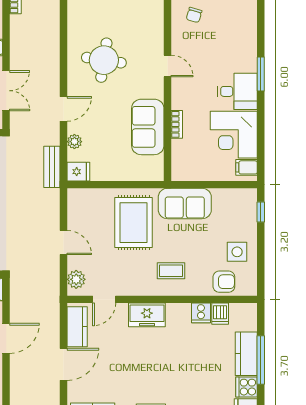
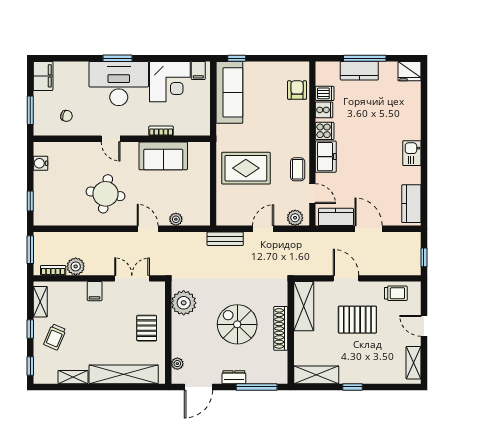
plant: (20, 26) -> (76, 266), added
door: (167, 66) -> (111, 139), swing flipped
desk: (237, 91) -> (119, 83), width x1.87, depth x1.30
bench: (52, 167) -> (225, 239), moved
fridge: (78, 172) -> (202, 216), removed
sofa: (185, 203) -> (229, 92), moved, width x1.36
side table: (237, 252) -> (271, 79), removed
coffee table: (171, 271) -> (298, 169), moved
cooker: (247, 387) -> (325, 131), moved, turned -90

